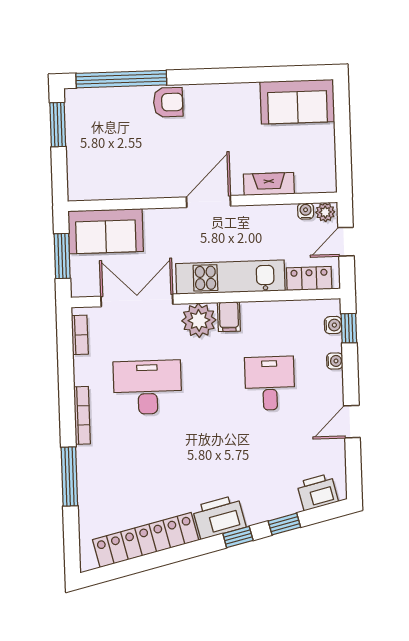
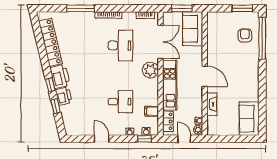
armchair: (168, 102) -> (245, 36), moved, turned 180
filing cabinet: (229, 317) -> (152, 111), moved
printer: (318, 492) -> (64, 96), moved

